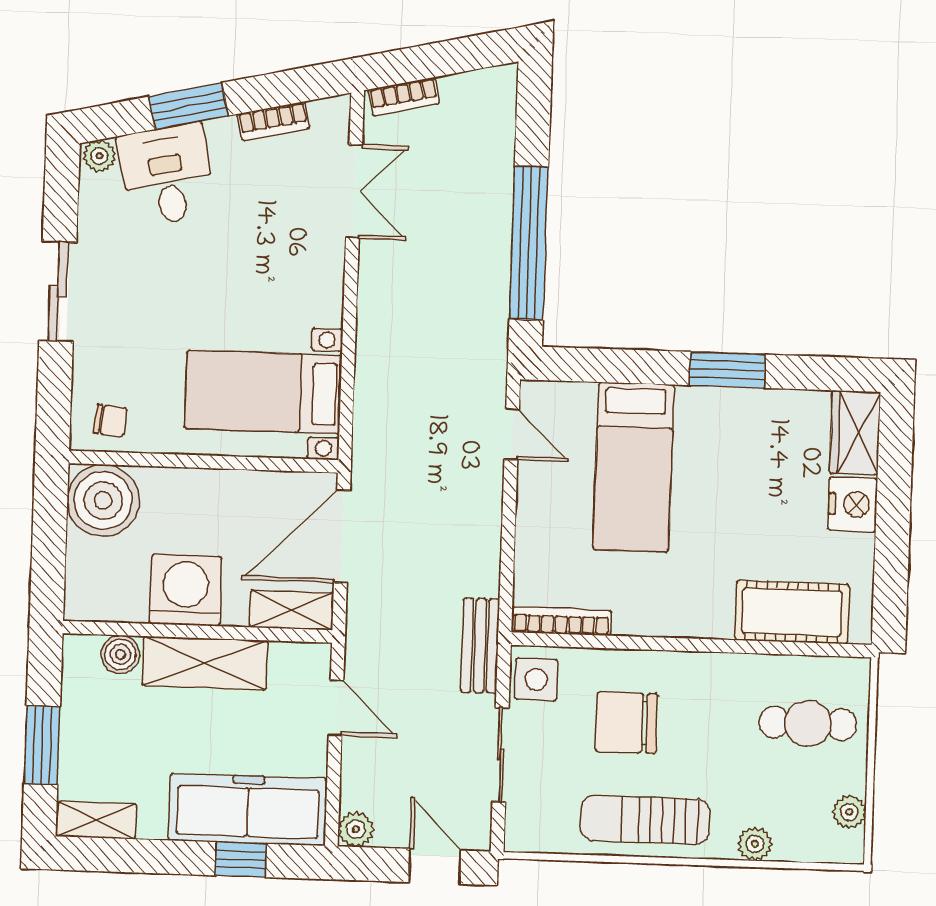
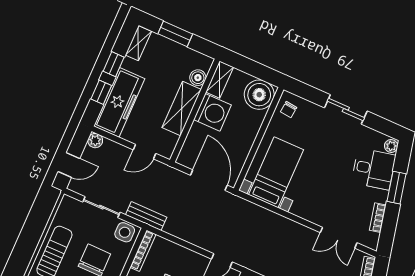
shelving: (292, 610) -> (220, 80), moved
window: (167, 857) -> (114, 64), added

